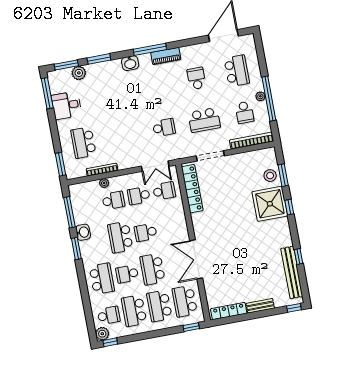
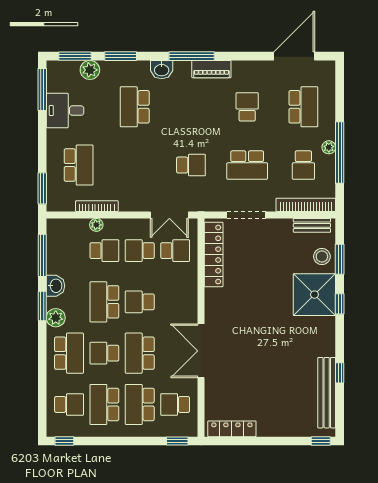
school desk: (116, 93) -> (135, 107), added
school desk: (83, 143) -> (79, 165), turned 180
school desk: (185, 301) -> (175, 404), width x0.54
bench: (260, 306) -> (312, 225), moved
plant: (102, 334) -> (56, 318), moved

